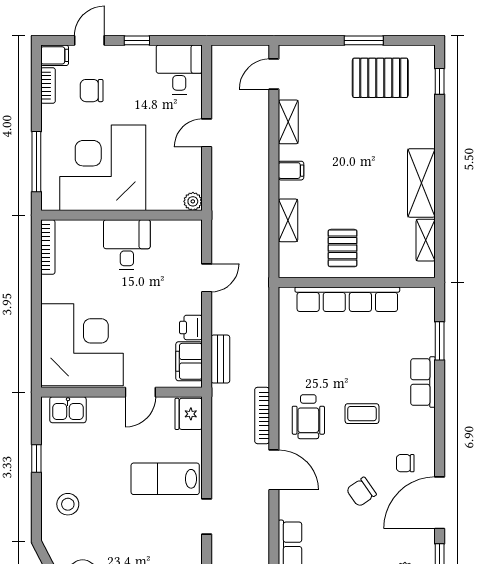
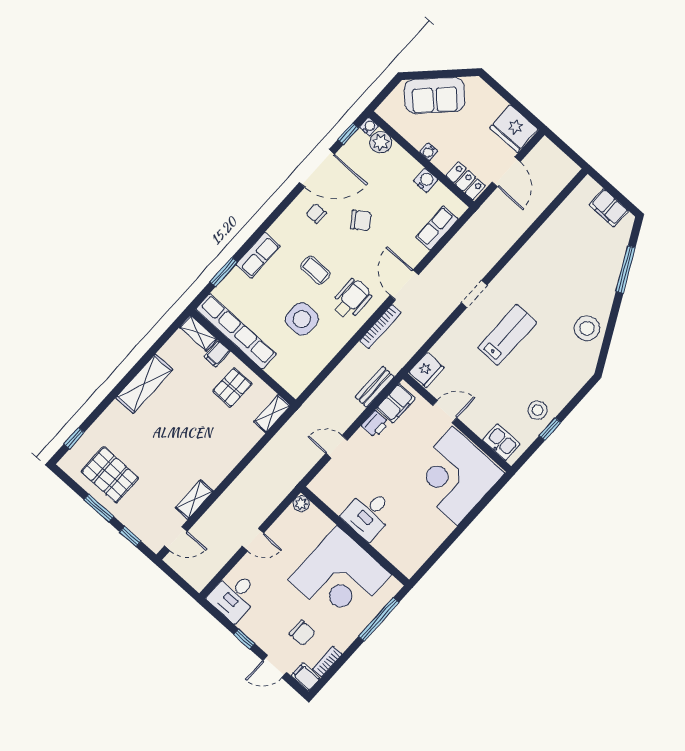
window: (315, 40) -> (130, 536), added
filing cabinet: (291, 171) -> (217, 354), moved, turned -90
shelving: (288, 220) -> (272, 414), moved
shelving: (426, 240) -> (198, 333), moved, turned 90
bookcase: (48, 247) -> (421, 558), removed
row of seats: (347, 299) -> (236, 331), moved
side table: (336, 361) -> (302, 319), added
chair: (405, 463) -> (316, 213), turned 180
lab bench: (165, 479) -> (507, 335), moved, turned -90
stool: (68, 504) -> (537, 410), moved

